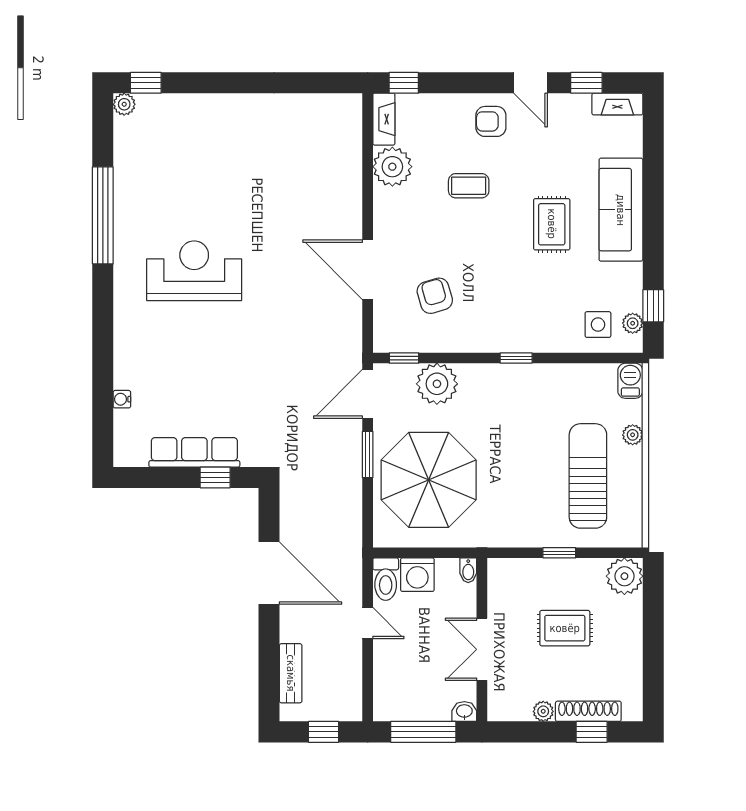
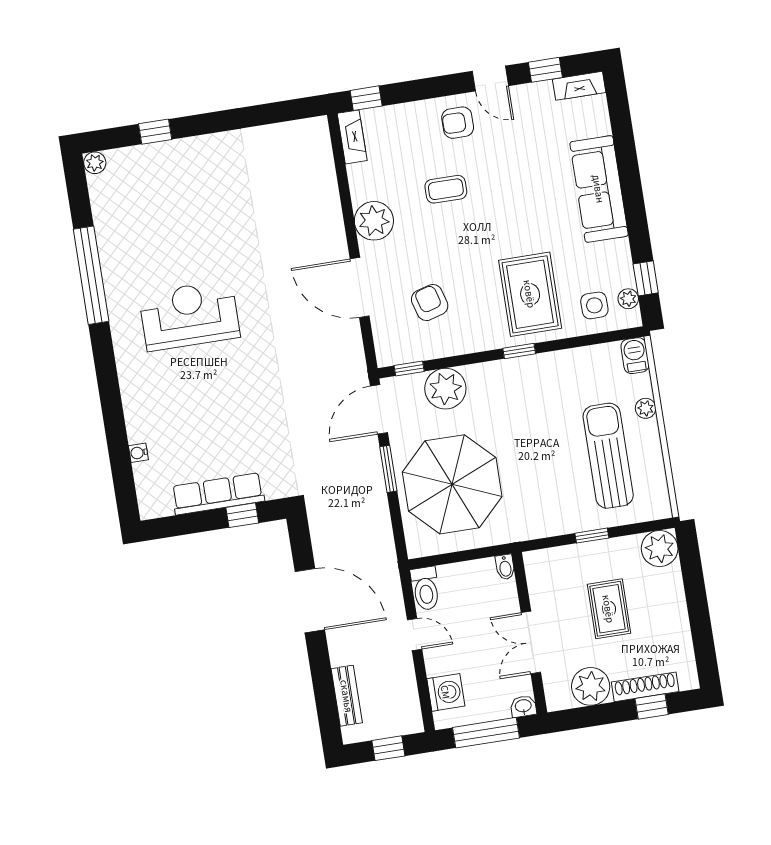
window: (146, 83) -> (155, 132), moved
plant: (392, 167) -> (374, 221), moved
rug: (552, 224) -> (530, 294), moved, width x1.36, depth x1.43
washing machine: (417, 575) -> (446, 692), moved, turned -90
rug: (565, 628) -> (609, 609), turned 90
plant: (543, 711) -> (591, 686), width x1.88, depth x1.88

